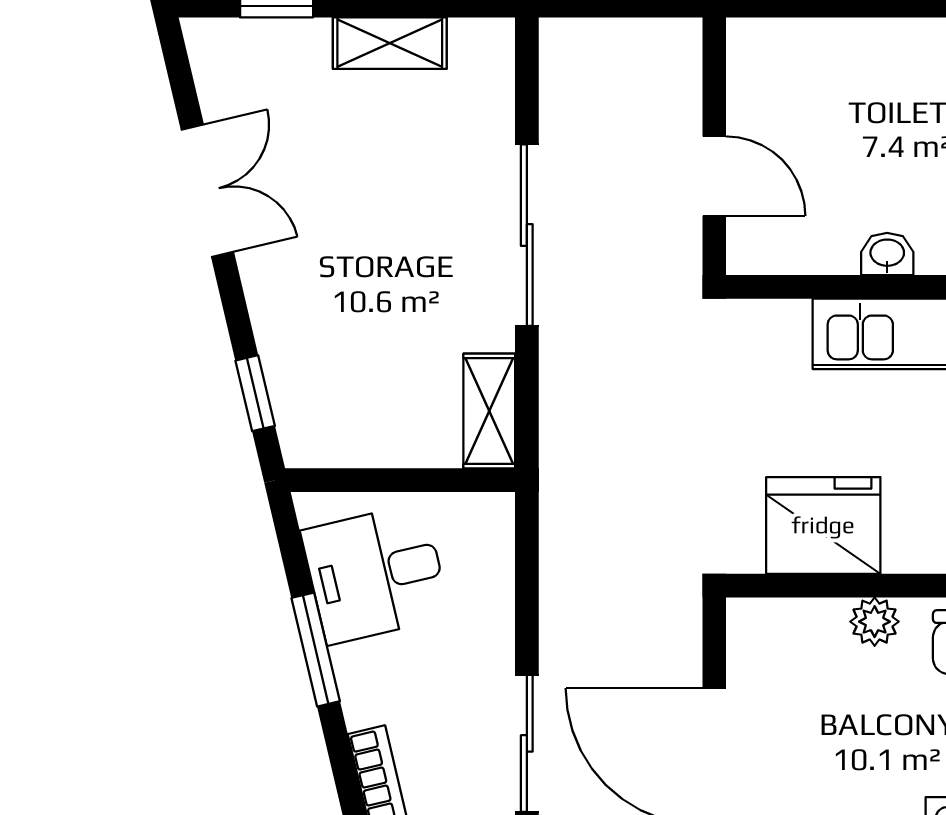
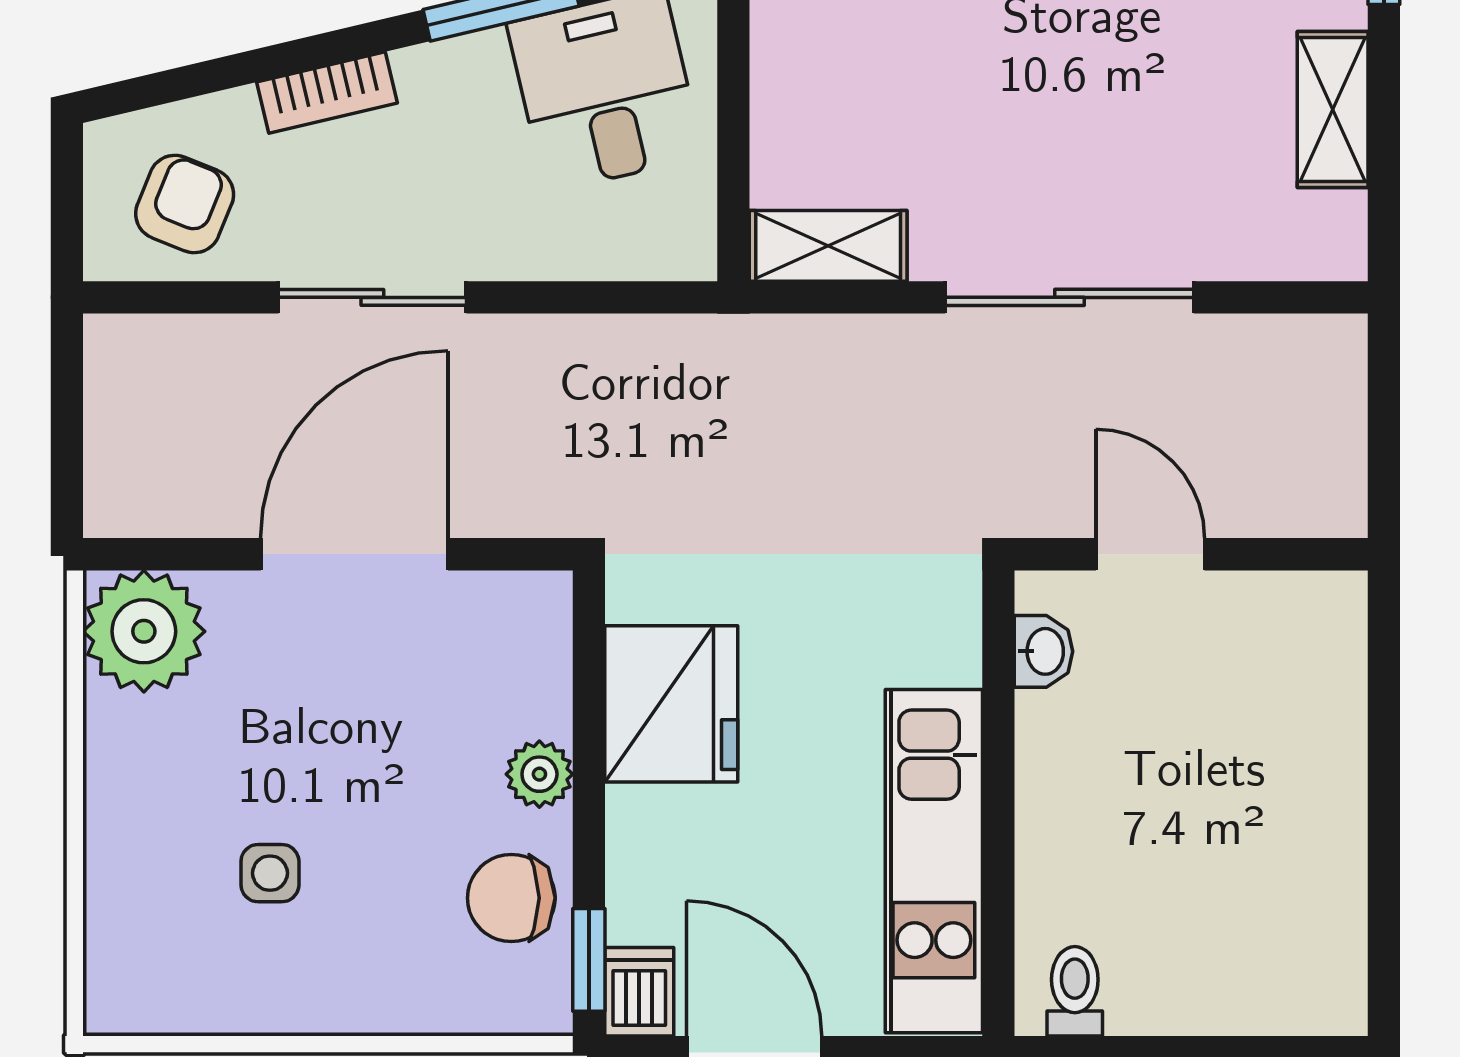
door: (714, 176) -> (1150, 554), swing flipped
washbasin: (887, 254) -> (1043, 651), moved

